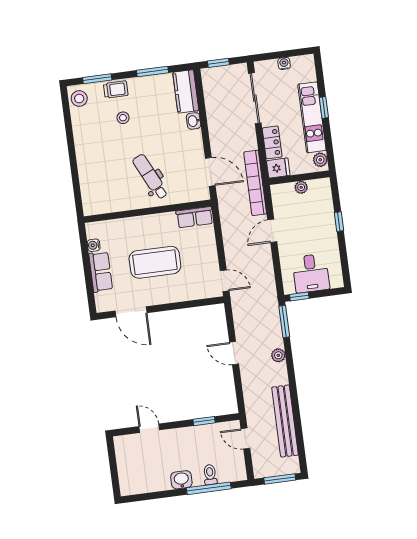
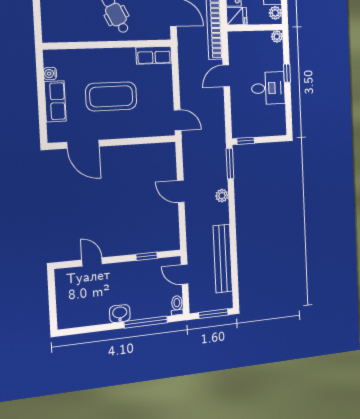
plant: (301, 187) -> (277, 36), moved
desk: (311, 273) -> (268, 88), moved, turned -90
toilet: (210, 475) -> (177, 305), moved

